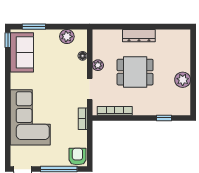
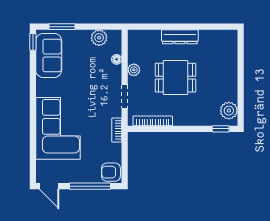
plant: (183, 80) -> (229, 111), moved
window: (164, 118) -> (221, 129), moved
armchair: (77, 156) -> (111, 172), turned -90

